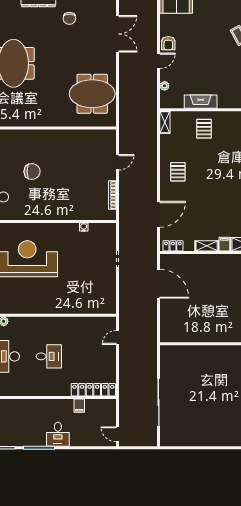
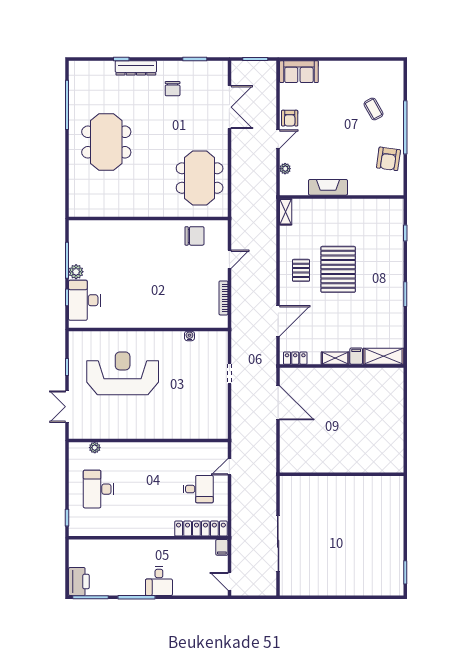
meeting table: (92, 94) -> (200, 178), turned 90
pallet: (204, 129) -> (338, 269), moved, width x2.05, depth x2.00
chair: (32, 172) -> (194, 236), moved
desk: (49, 356) -> (198, 489), moved
filing cabinet: (79, 406) -> (222, 547), moved

